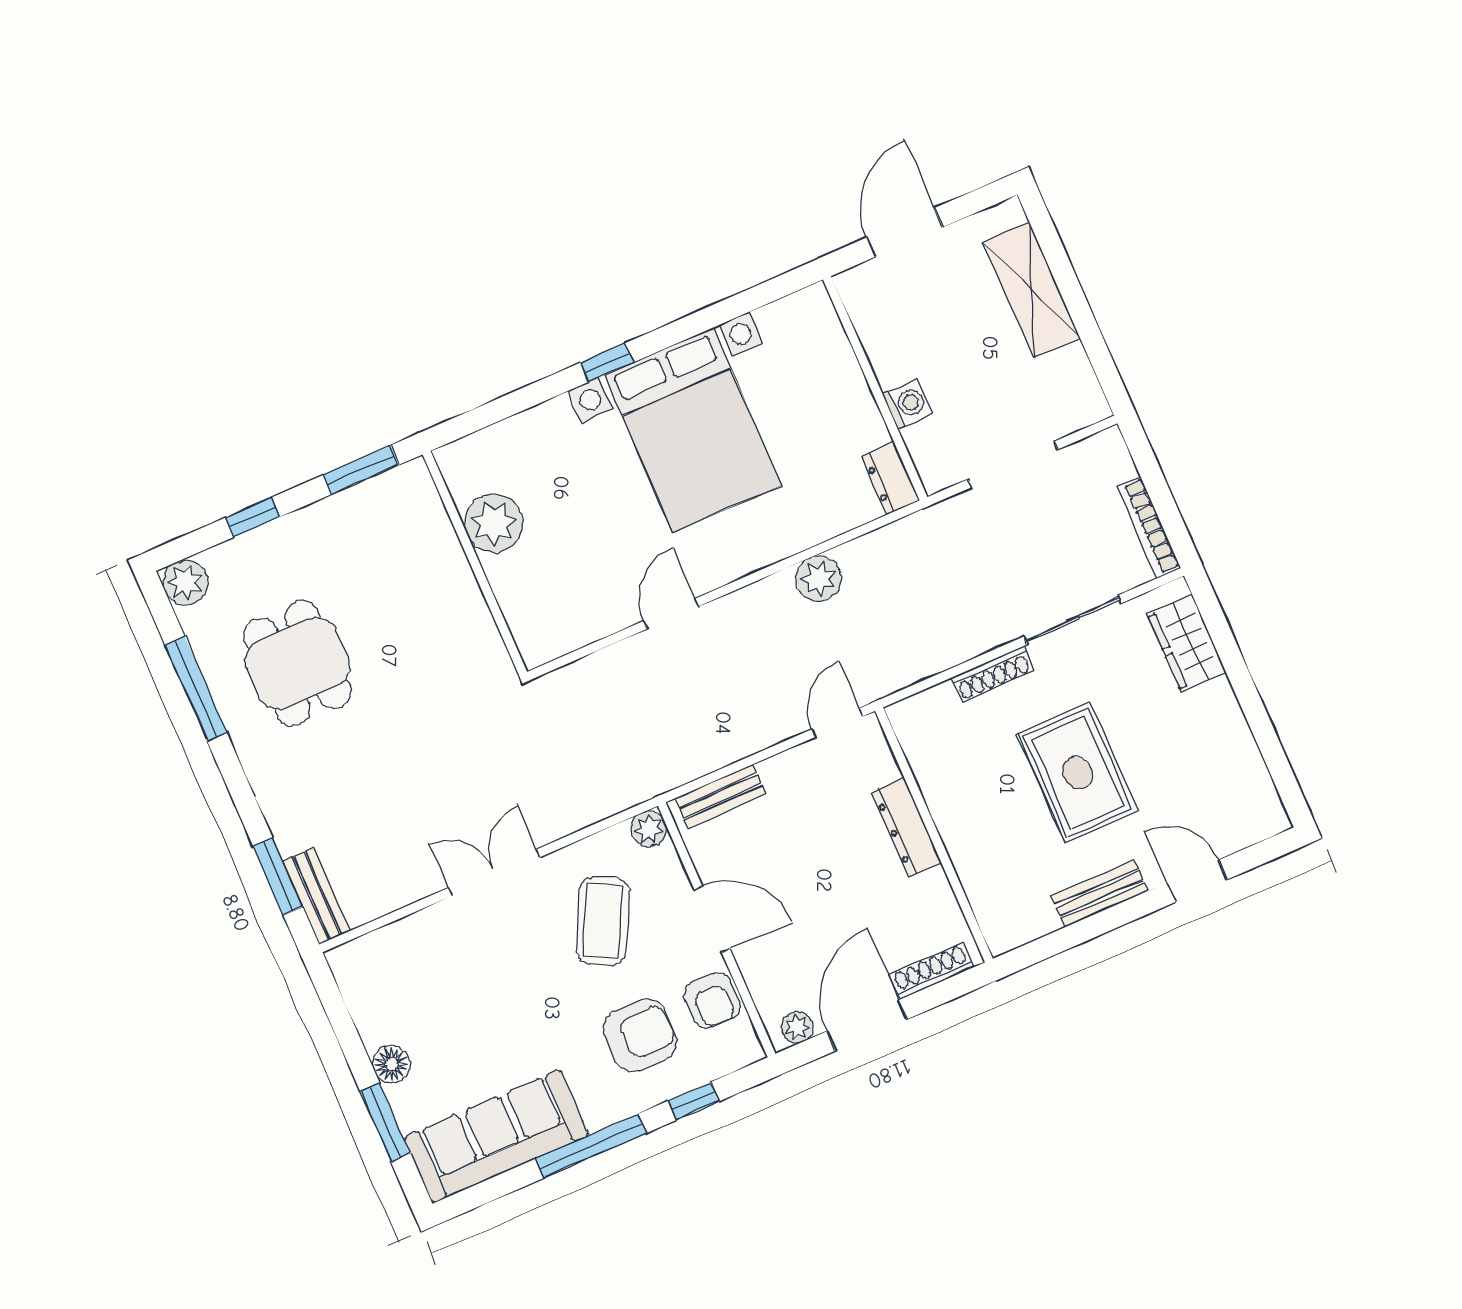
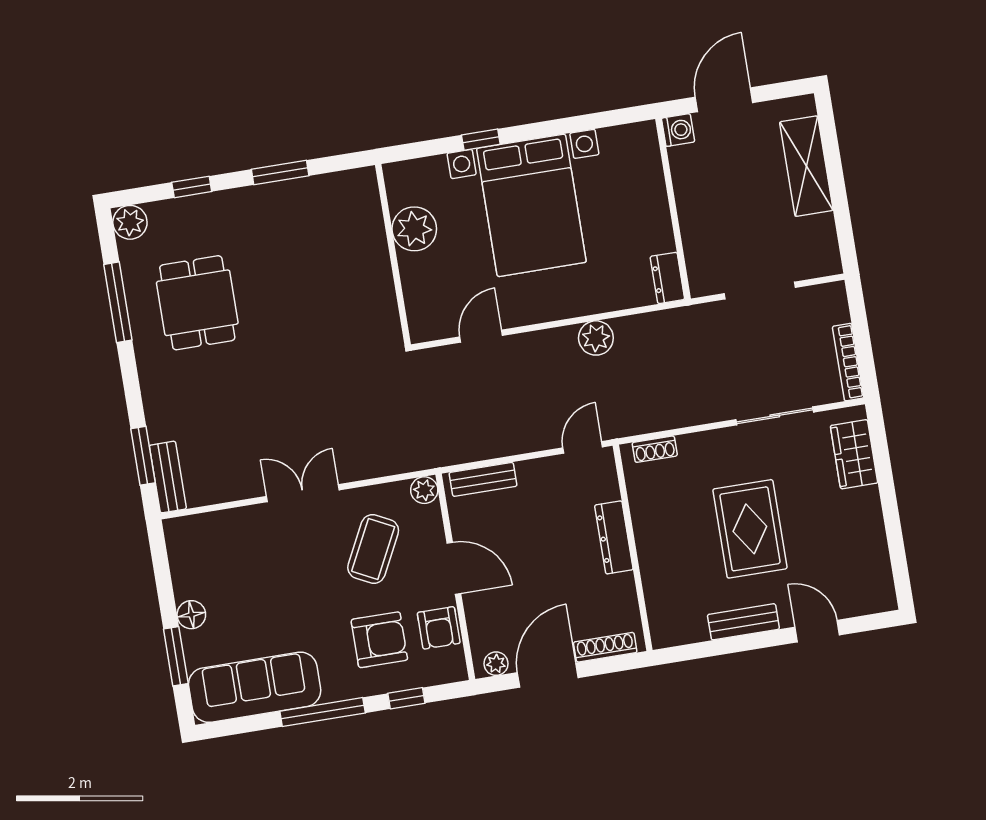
washing machine: (908, 404) -> (678, 130), moved
plant: (494, 523) -> (414, 229), moved
wall: (475, 563) -> (393, 255), moved
shoe rack: (993, 674) -> (655, 449), moved, width x0.70

